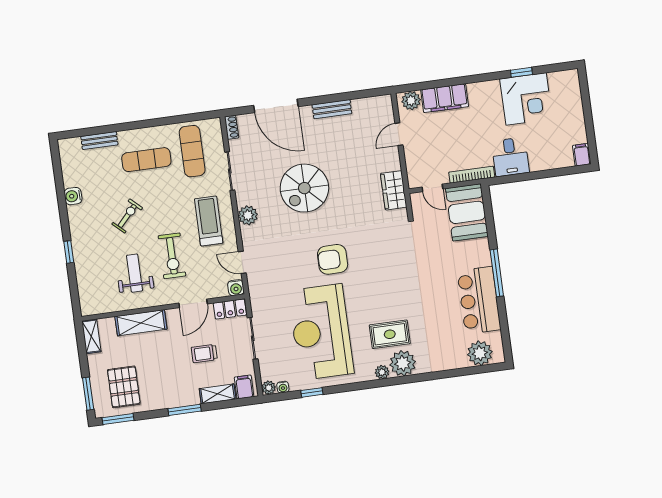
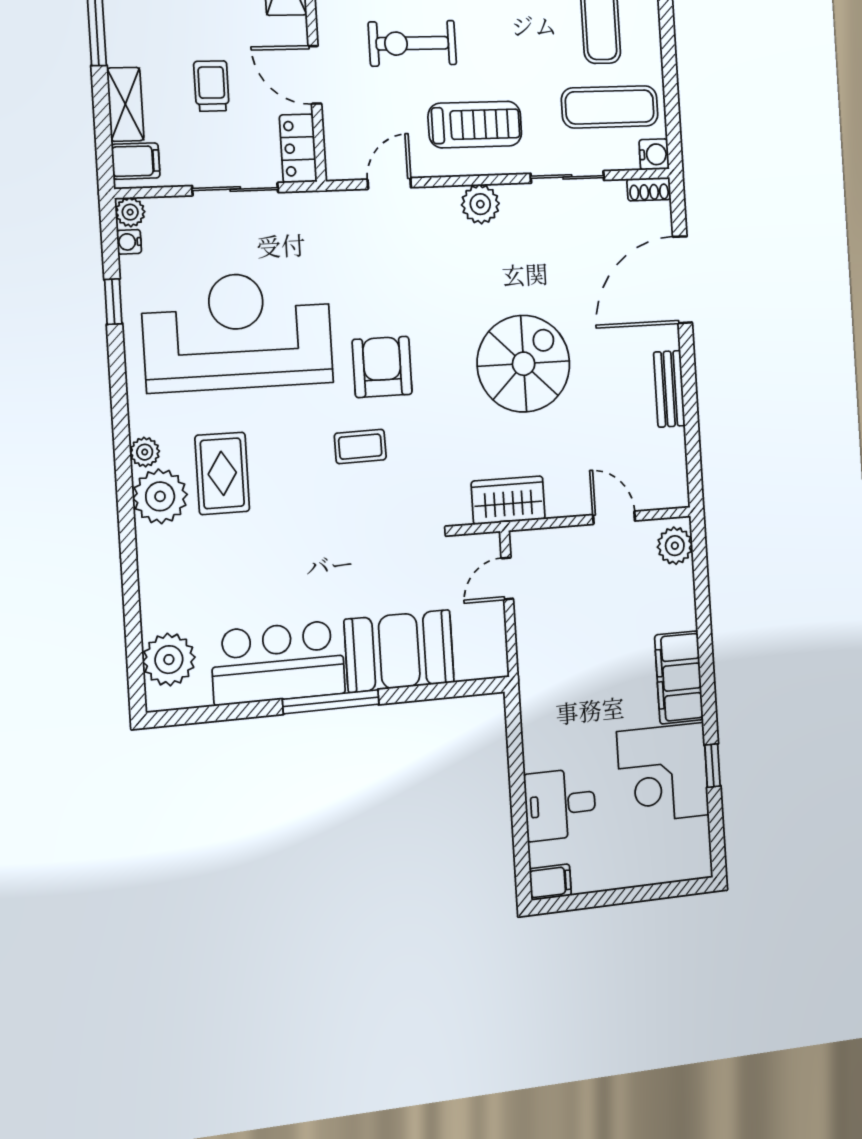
filing cabinet: (445, 98) -> (679, 677), moved
desk: (510, 157) -> (560, 804), moved
bookcase: (472, 175) -> (527, 659), removed
spiral stairs: (304, 188) -> (524, 364), moved, turned 90
booth: (467, 212) -> (399, 651), moved
coffee table: (372, 267) -> (360, 447), added
water cooler: (236, 288) -> (654, 154), moved, turned 180

